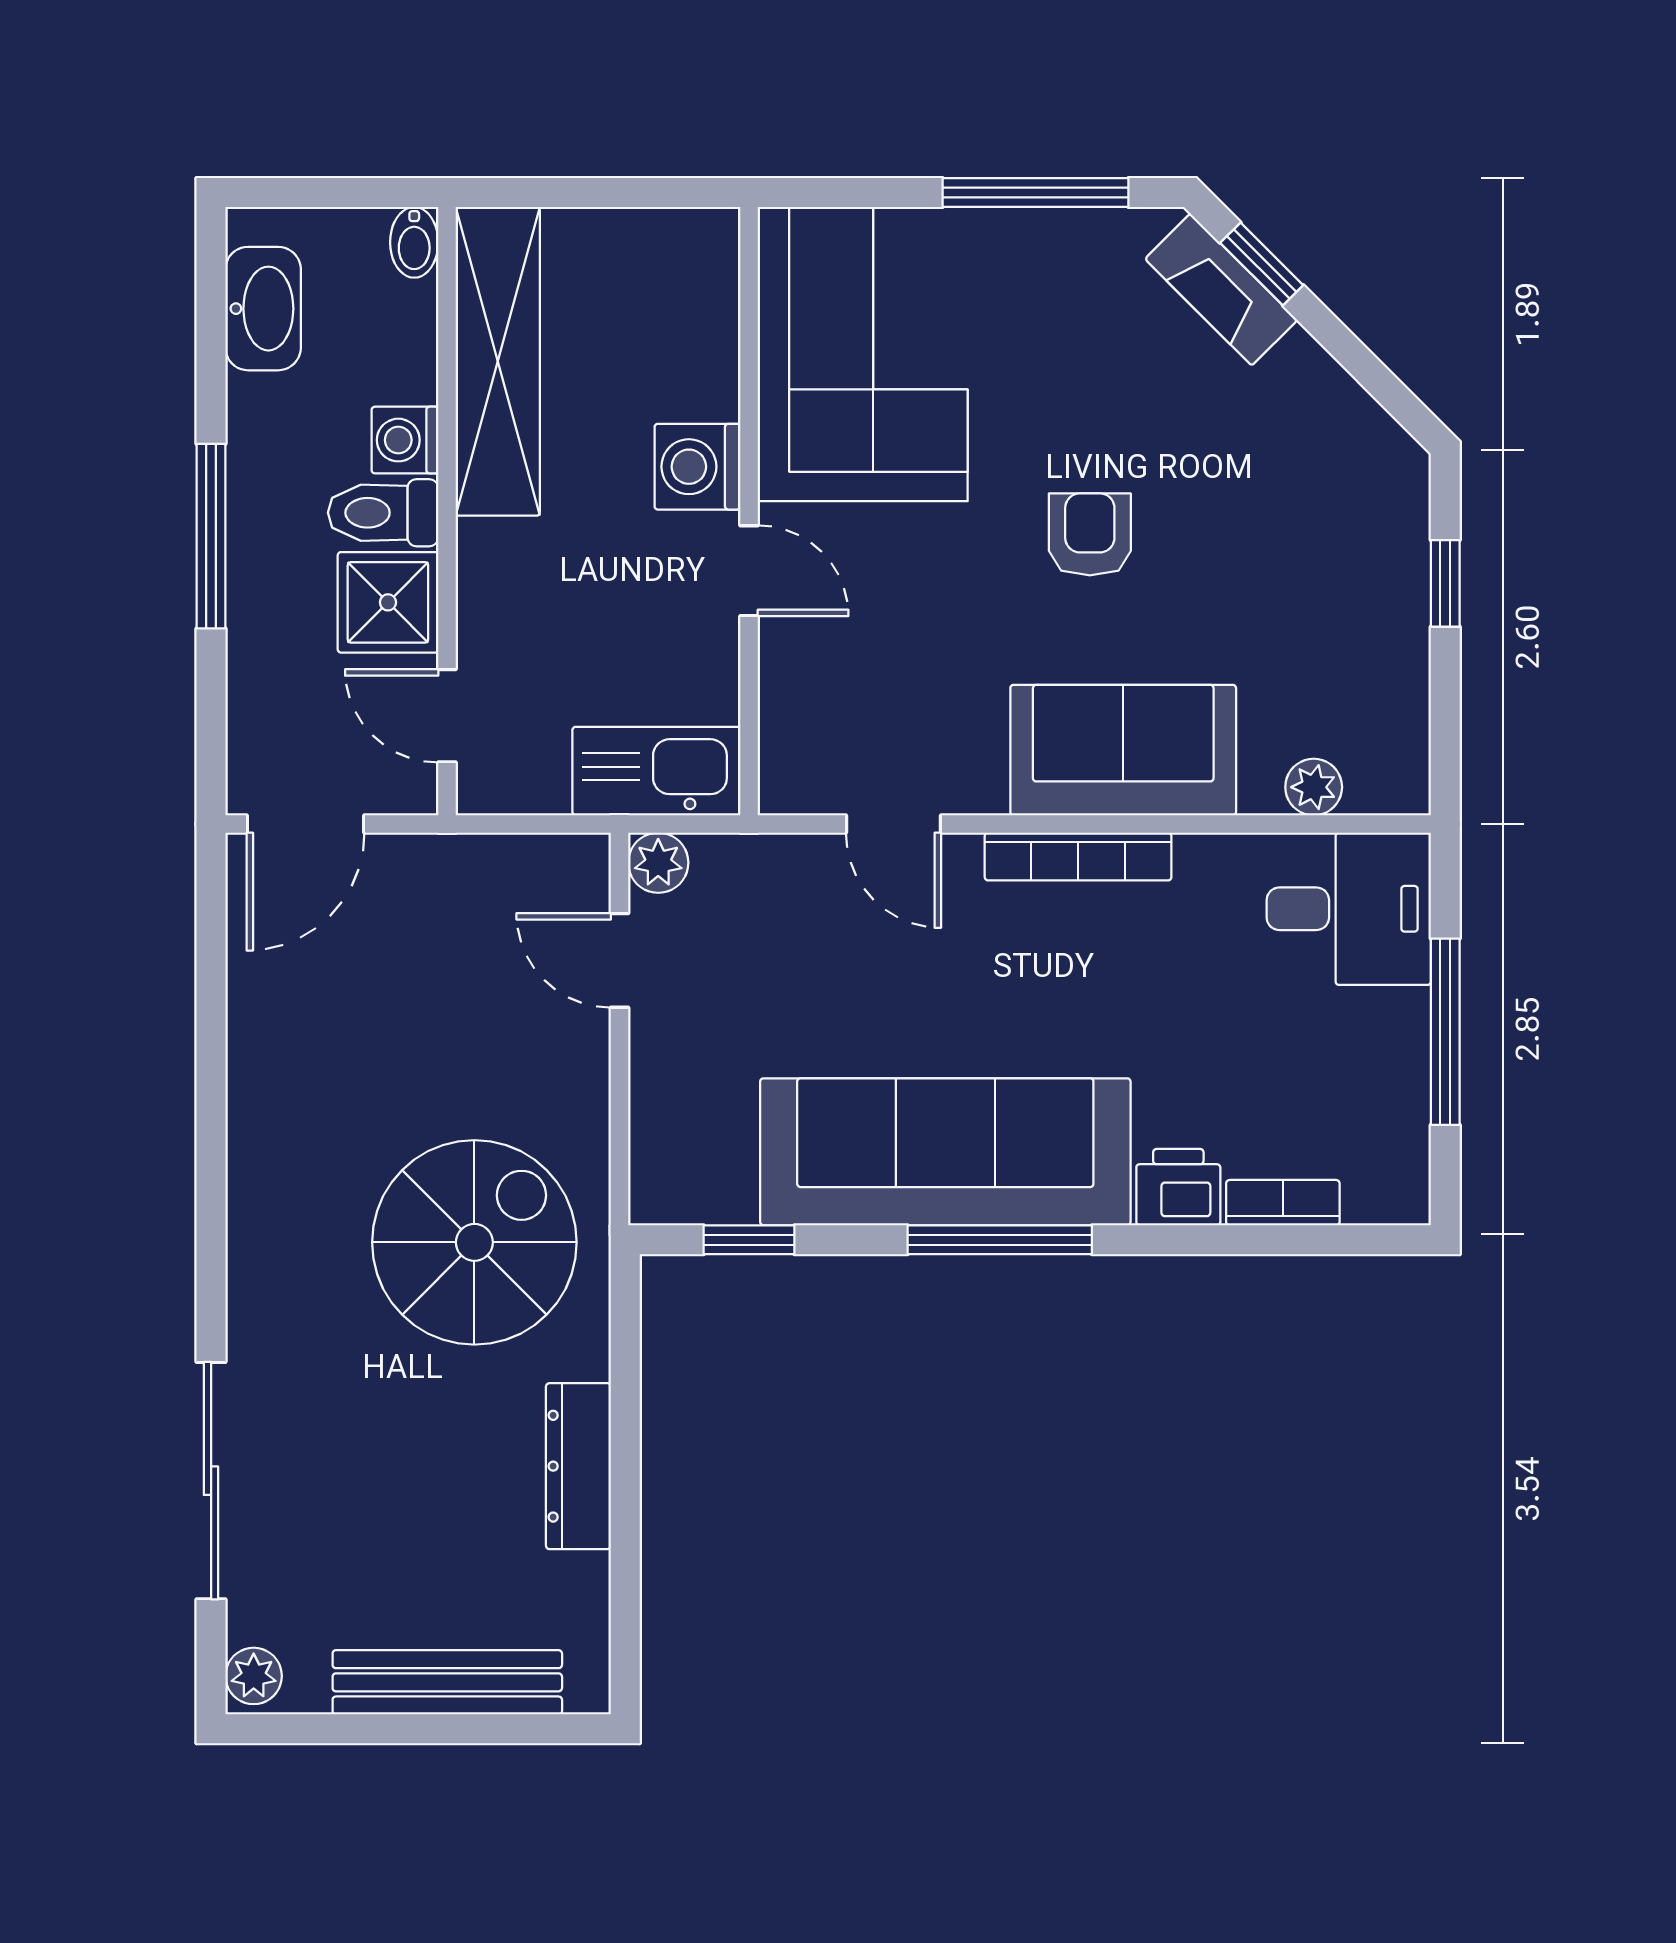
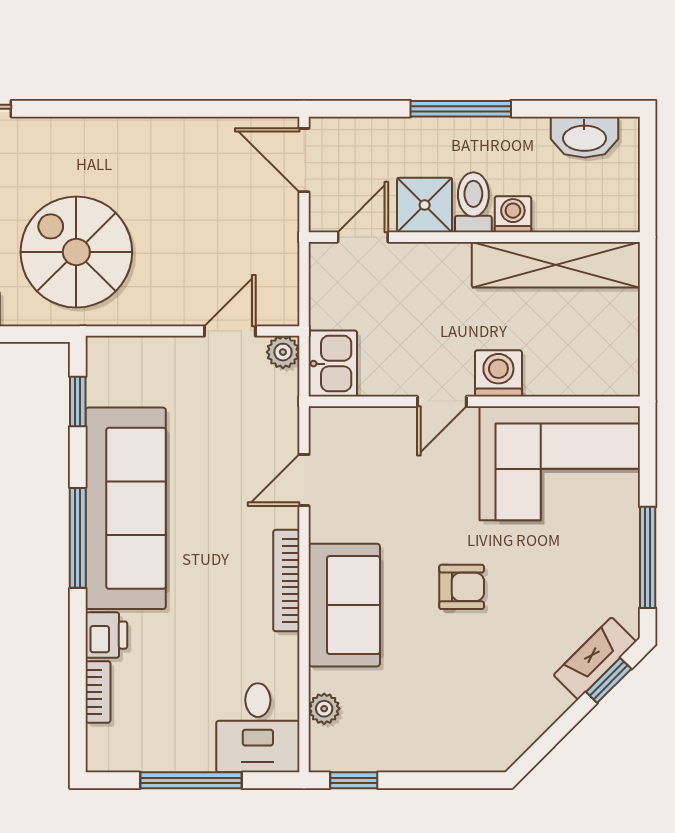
bidet: (414, 242) -> (621, 219), removed
window: (1445, 583) -> (354, 780), moved
kitchen sink: (656, 771) -> (333, 364), width x0.73
spiral stairs: (474, 1242) -> (76, 252), turned 180

